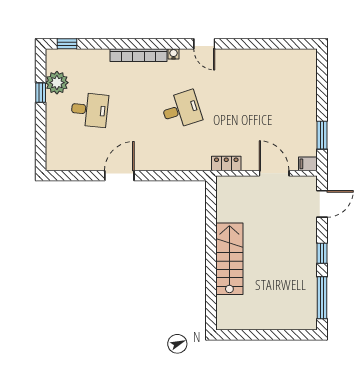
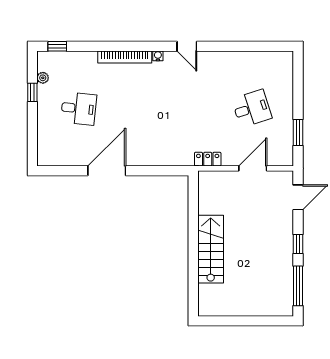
plant: (57, 83) -> (43, 78), width x0.53, depth x0.53
desk: (181, 110) -> (252, 108), moved
filing cabinet: (308, 164) -> (285, 160), removed
door: (274, 173) -> (253, 168), hinge flipped
door: (119, 176) -> (107, 171), width x1.36

